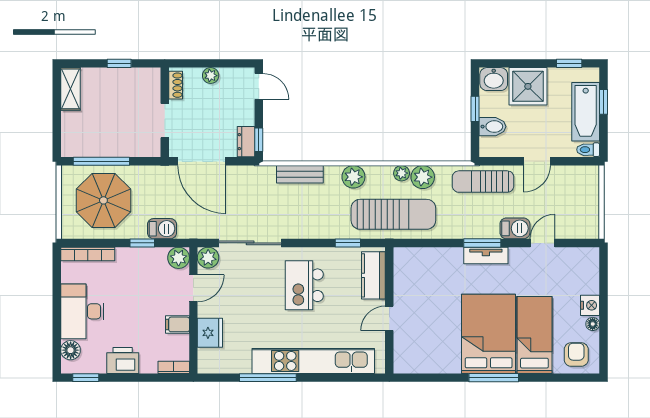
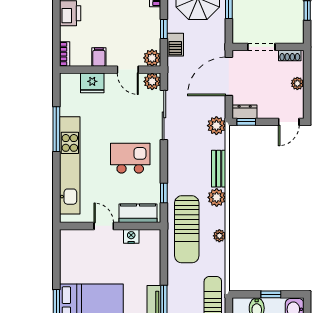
bench: (300, 174) -> (219, 169), moved
plant: (423, 177) -> (216, 126), moved
nightstand: (402, 284) -> (131, 236), added

